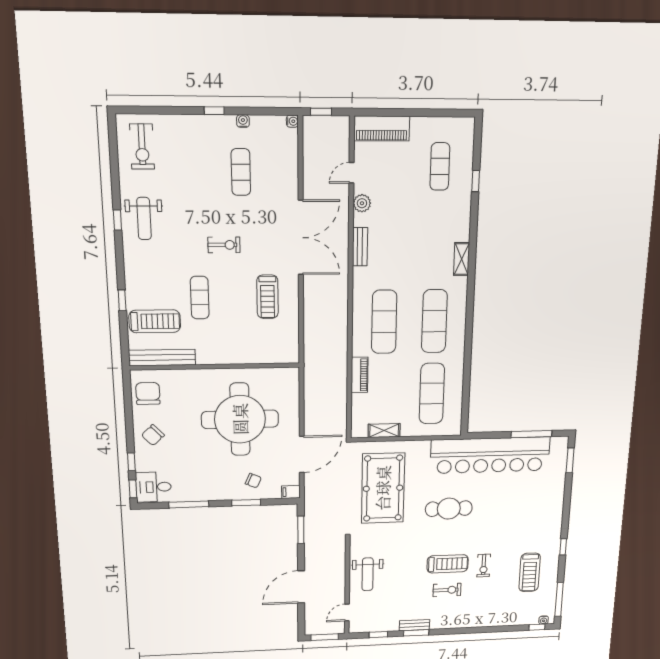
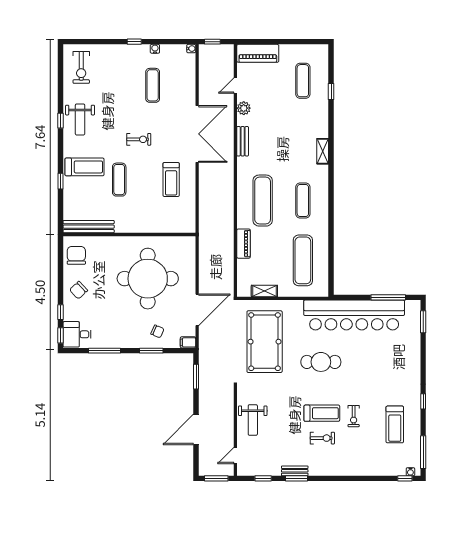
treadmill: (155, 321) -> (85, 167), moved
exercise mat: (434, 321) -> (303, 201), width x0.73, depth x0.69

